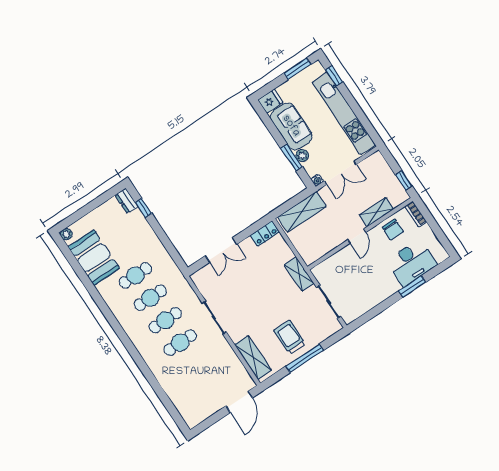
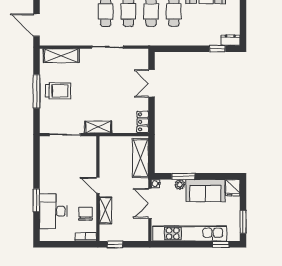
chair: (393, 230) -> (85, 214), turned 90

